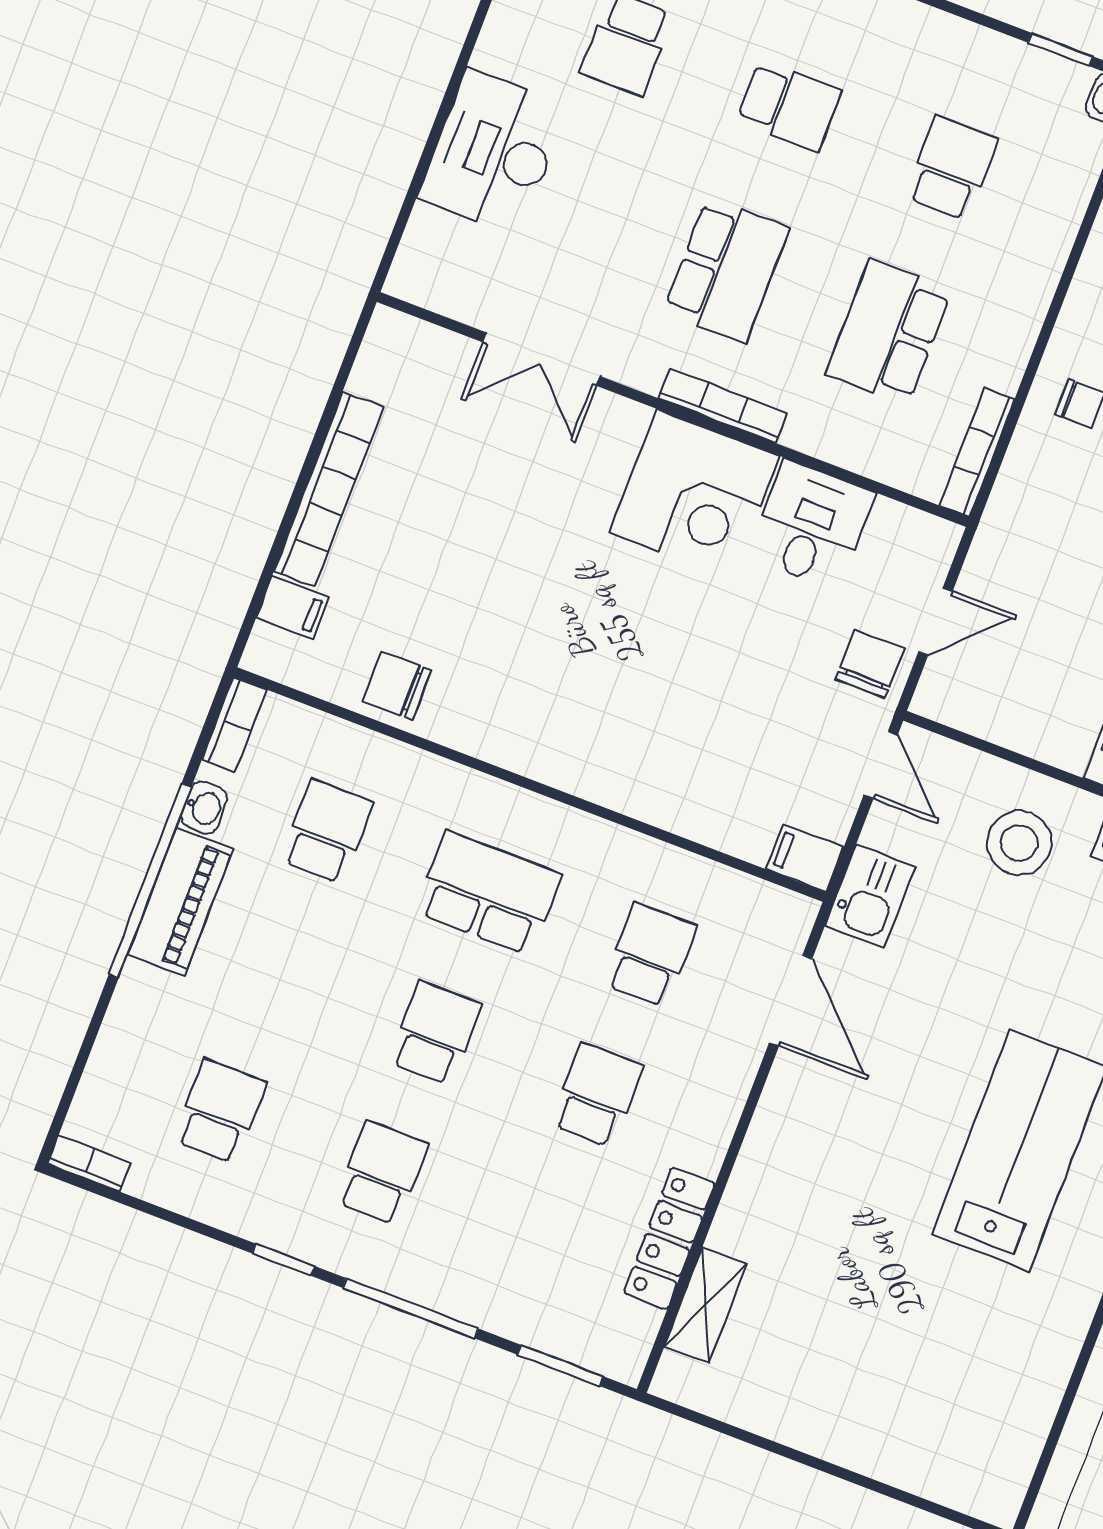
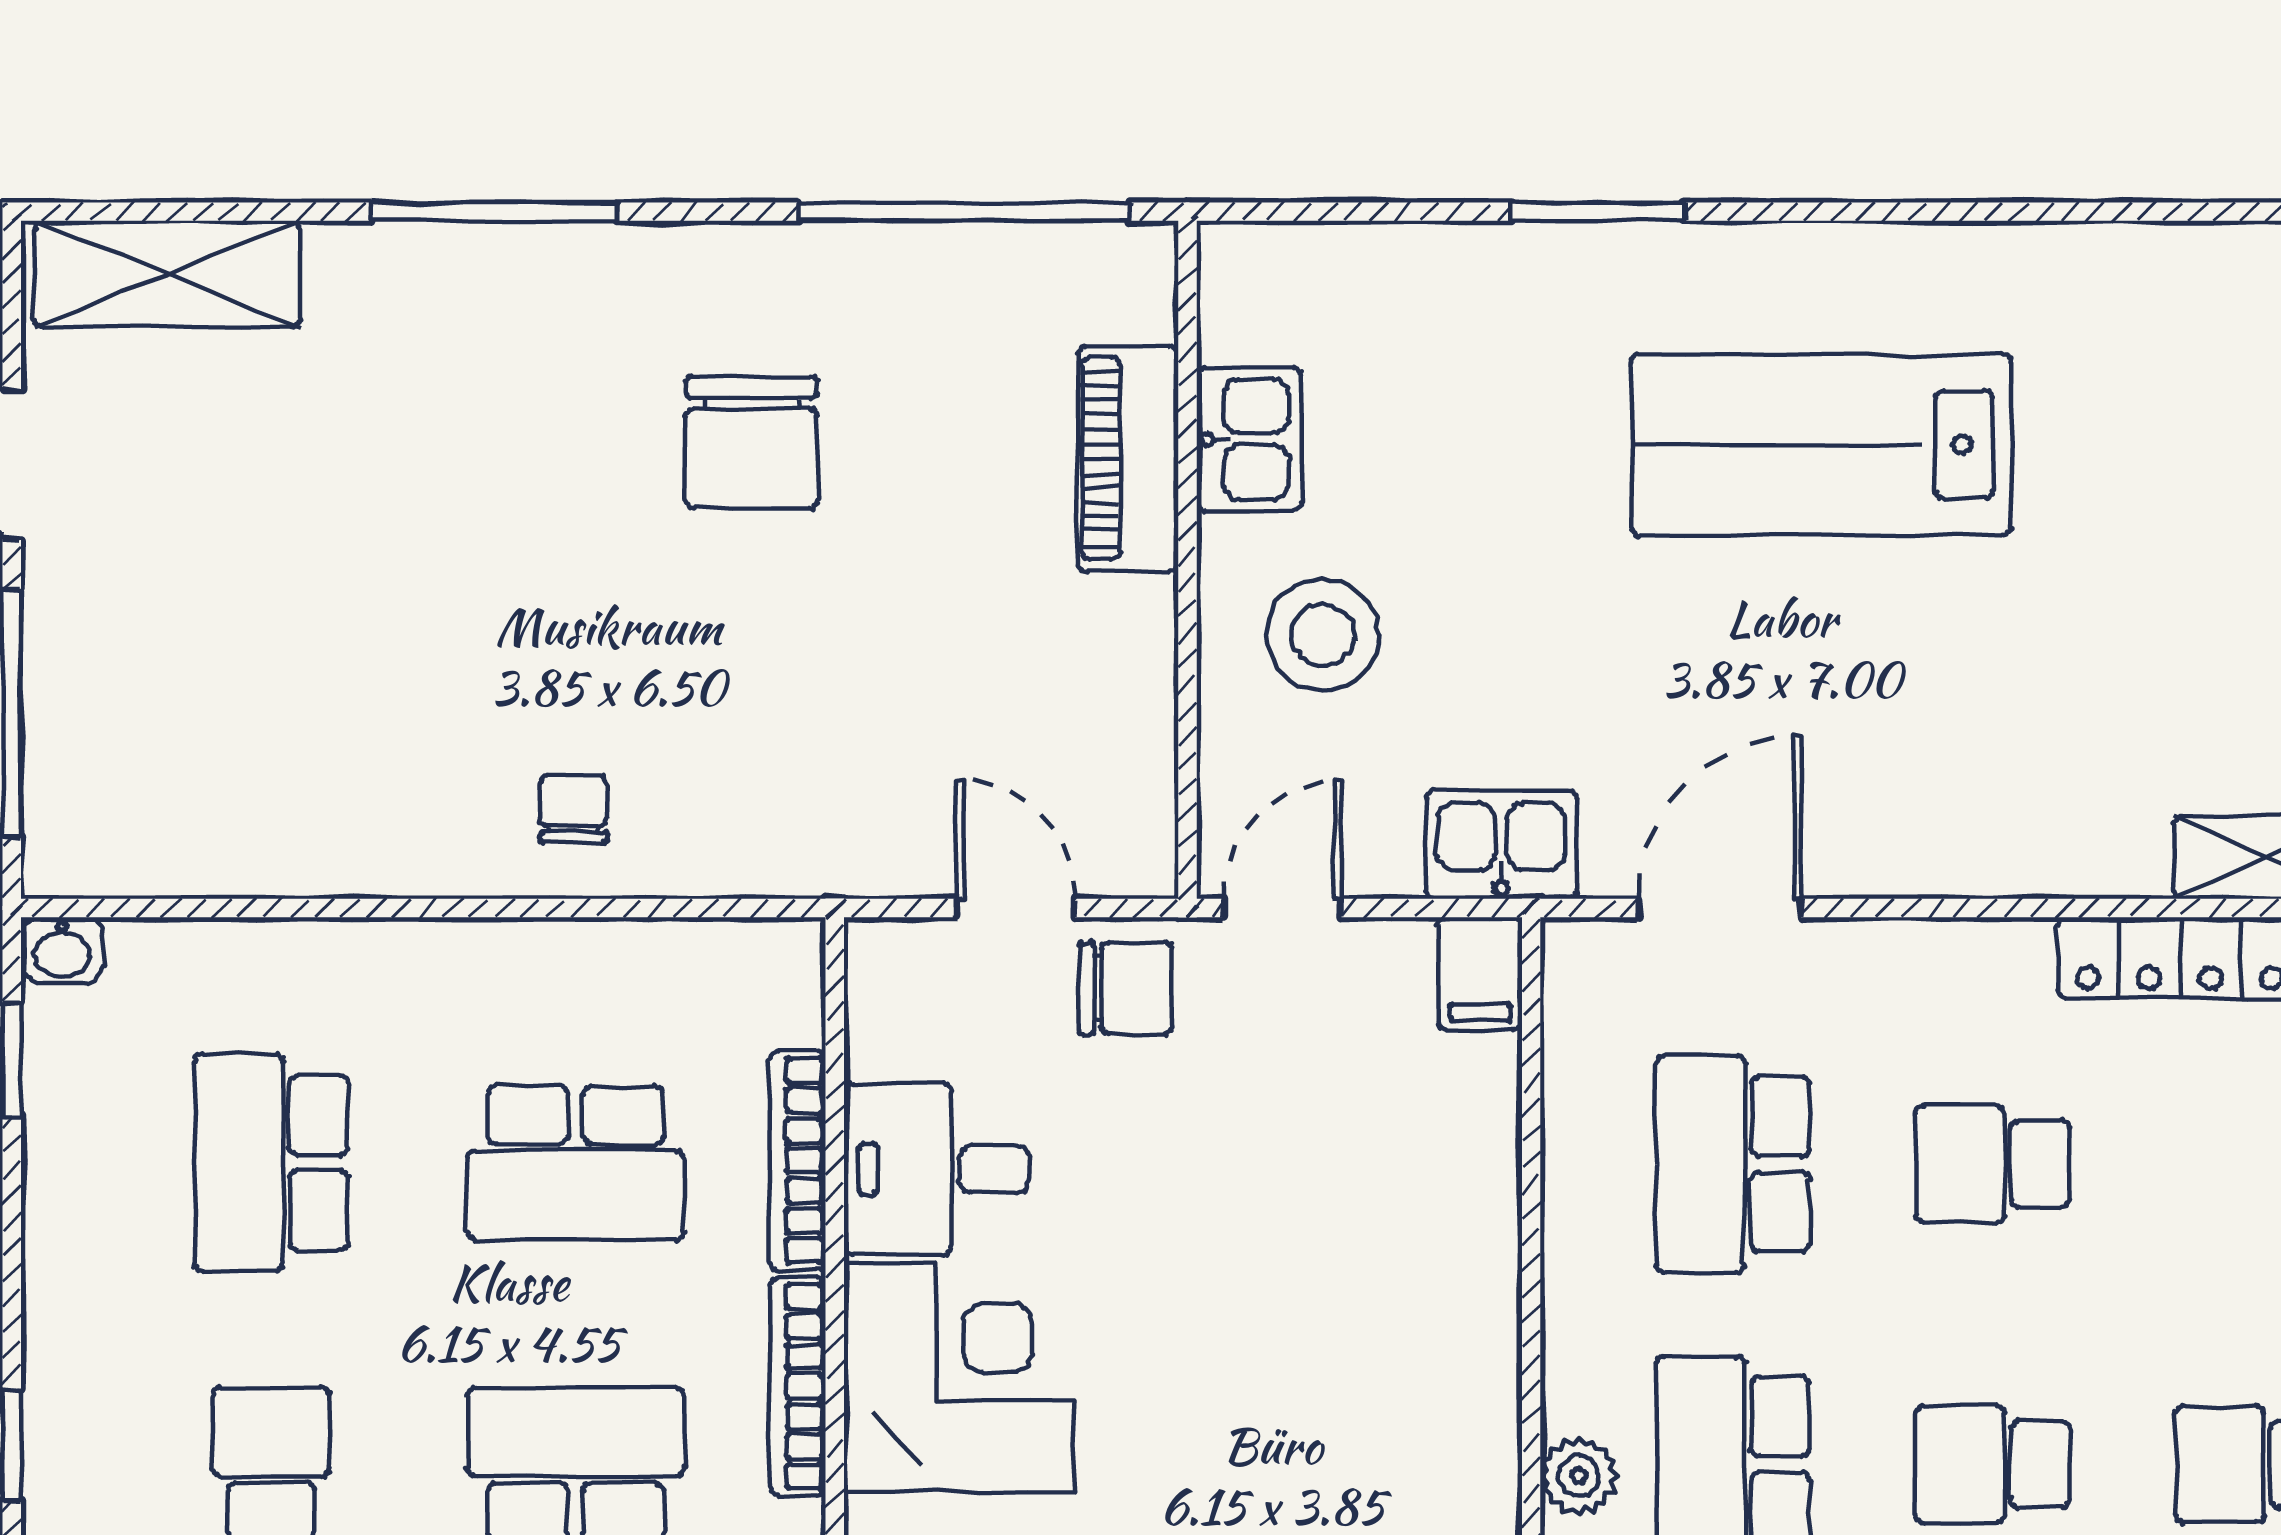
school desk: (952, 168) -> (271, 1163), width x1.85
bookcase: (977, 452) -> (798, 1160), moved, turned 90
chair: (870, 664) -> (1125, 988), turned 180
plant: (514, 808) -> (1579, 1476), added
school desk: (650, 955) -> (1733, 1164), width x1.85

